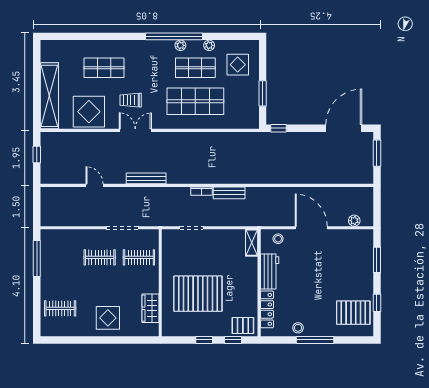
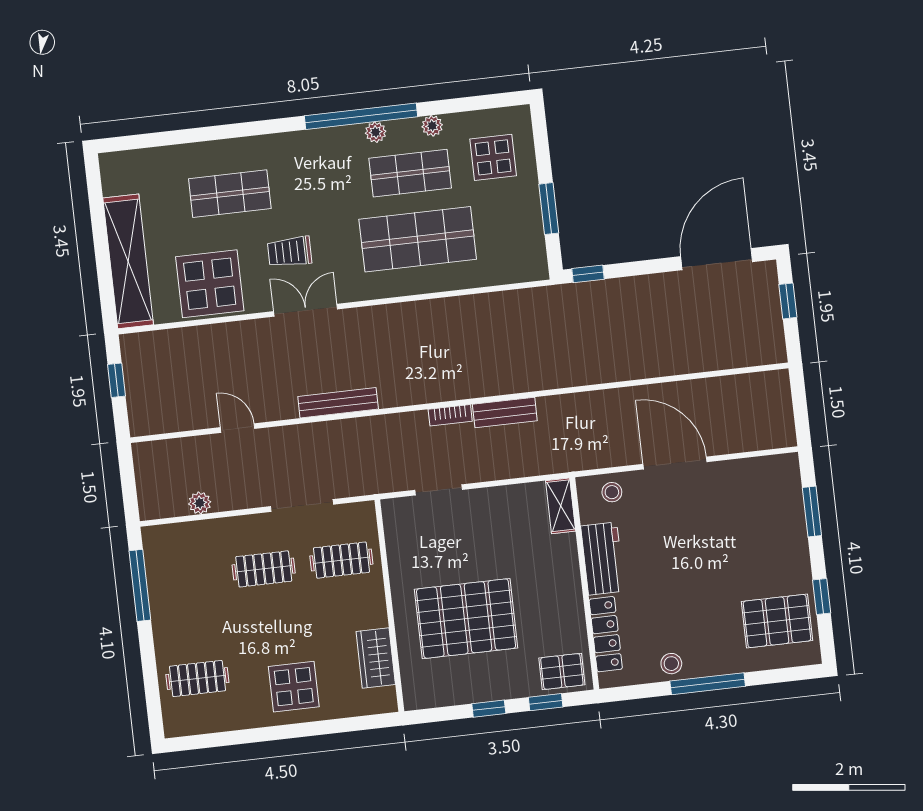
window: (377, 153) -> (788, 301), width x0.67
plant: (354, 221) -> (200, 503), moved

